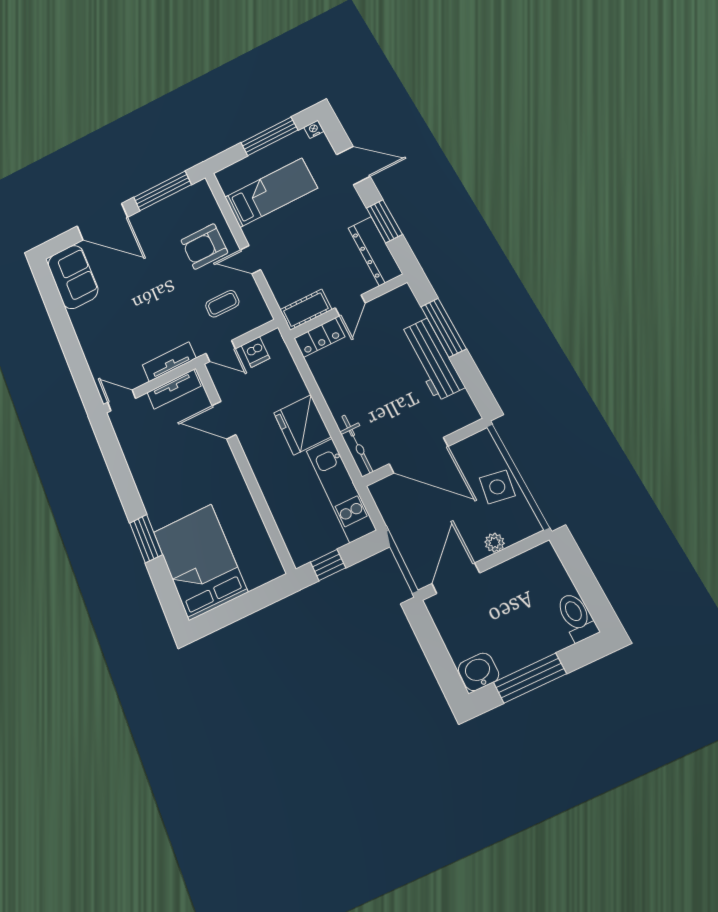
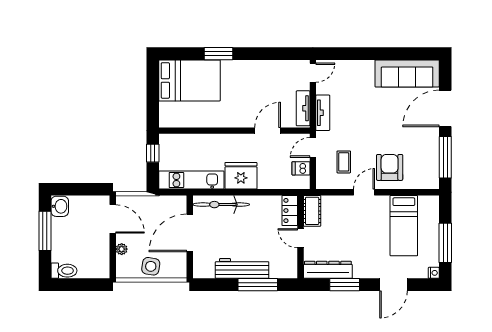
sofa: (73, 277) -> (407, 73), width x1.36
bicycle: (357, 444) -> (221, 205), width x1.37, depth x1.40

